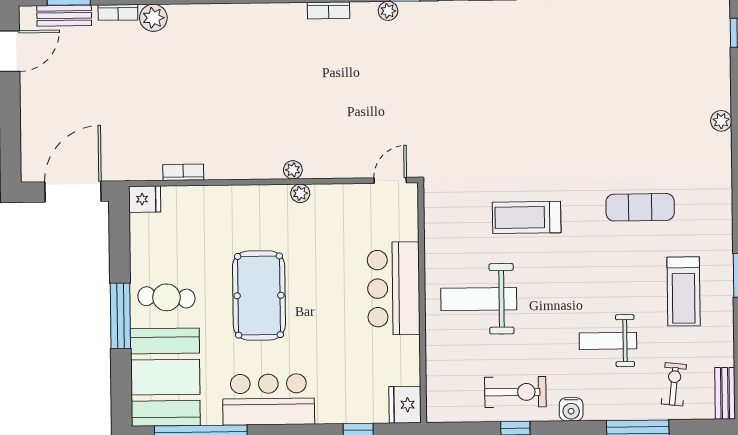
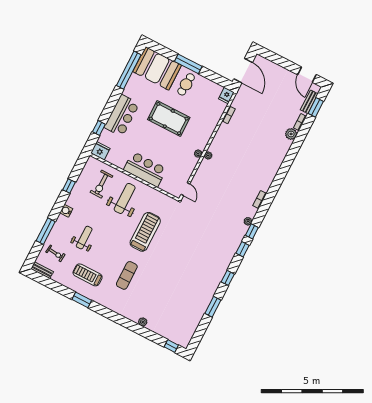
treadmill: (527, 217) -> (145, 232), width x1.37, depth x1.38
exercise bike: (515, 392) -> (101, 184), moved
bar counter: (269, 399) -> (122, 115), moved

